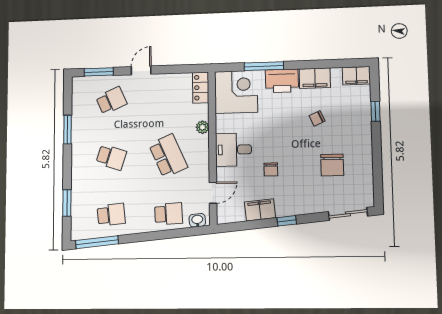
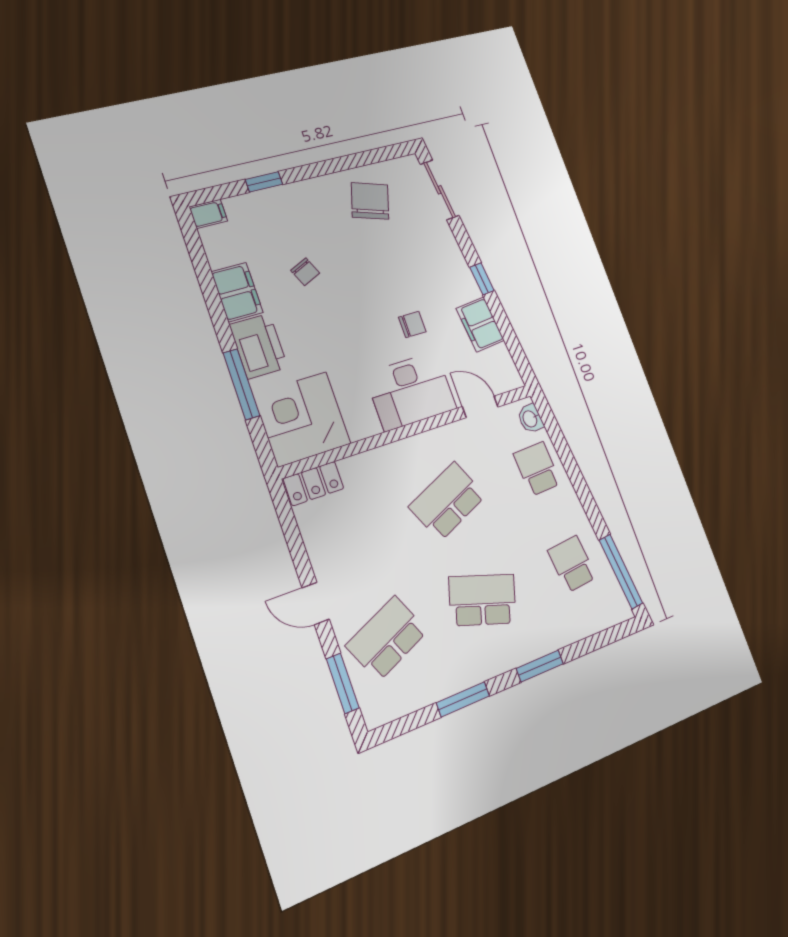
filing cabinet: (356, 76) -> (208, 214), width x0.50
school desk: (111, 101) -> (387, 638), width x1.85
plant: (202, 127) -> (381, 458), removed
desk: (233, 150) -> (411, 391), width x1.37
school desk: (111, 157) -> (483, 600), width x1.85
chair: (332, 165) -> (370, 201), moved, turned -72
window: (67, 203) -> (540, 666), moved

